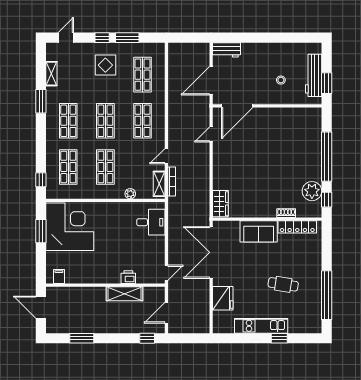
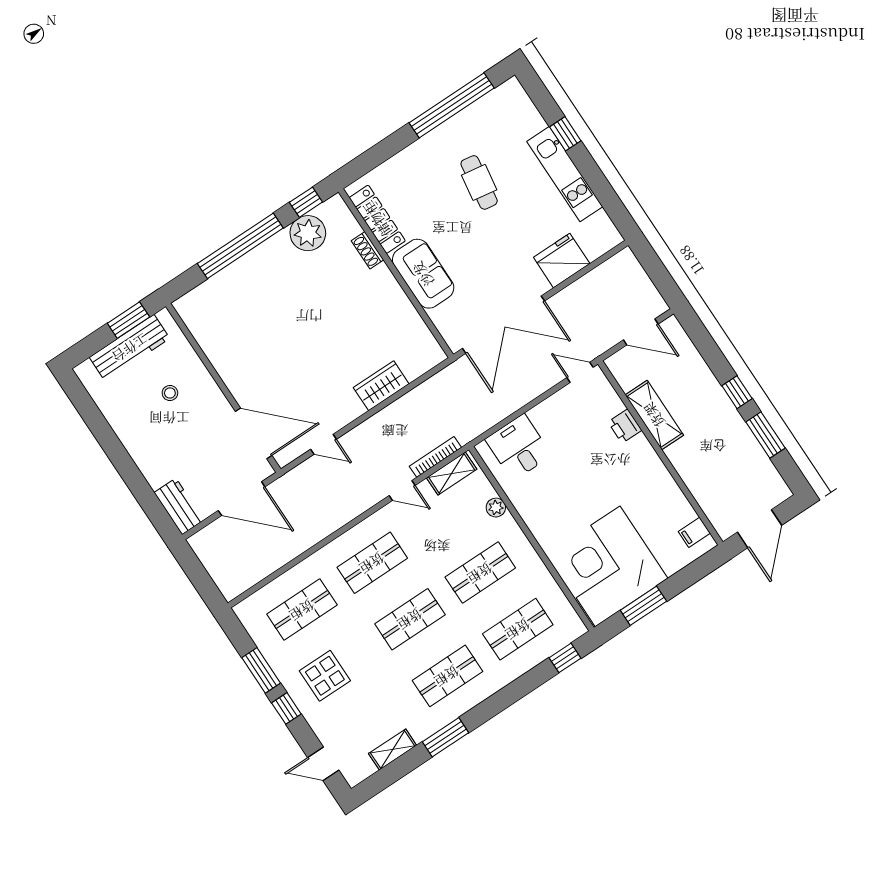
wardrobe: (220, 204) -> (381, 386), moved
window: (147, 338) -> (737, 392), moved

